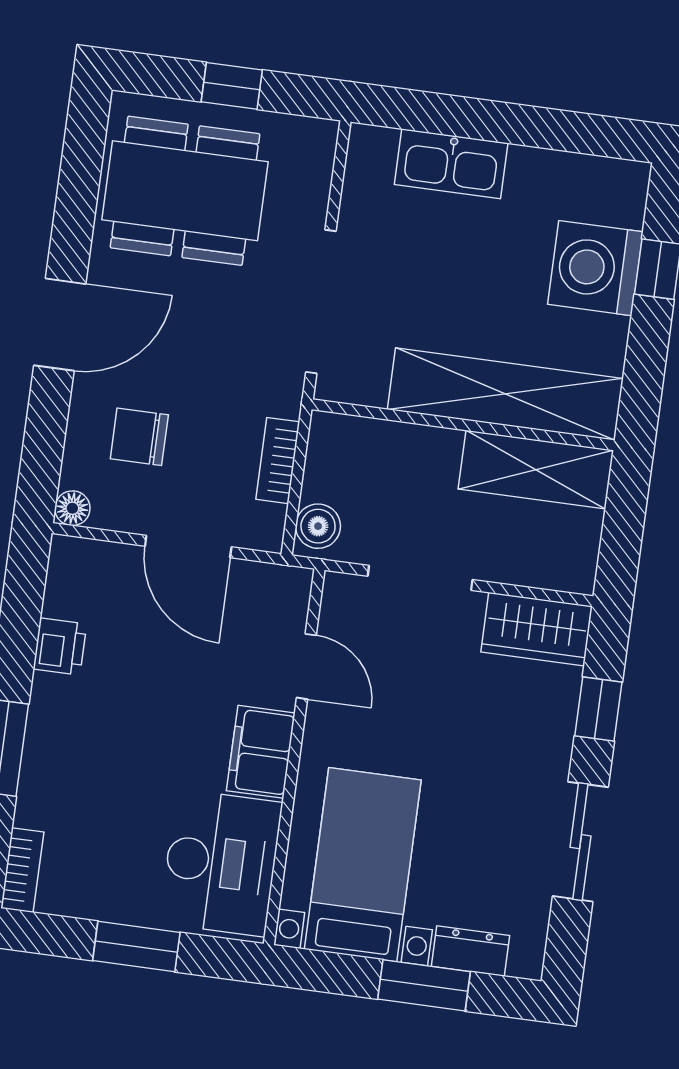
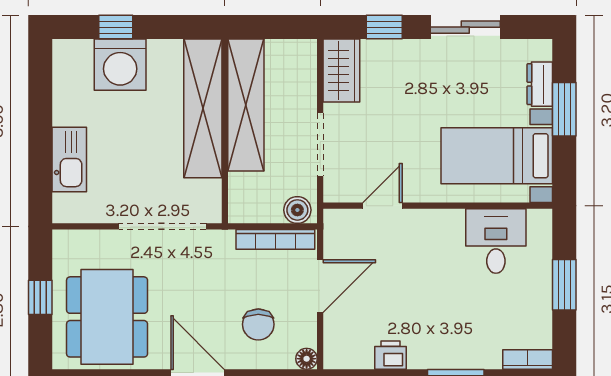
bookcase: (278, 461) -> (275, 239), width x1.56
shelving: (536, 470) -> (246, 105), width x1.47
filing cabinet: (261, 752) -> (437, 226), removed
desk: (221, 863) -> (496, 241), width x0.73

